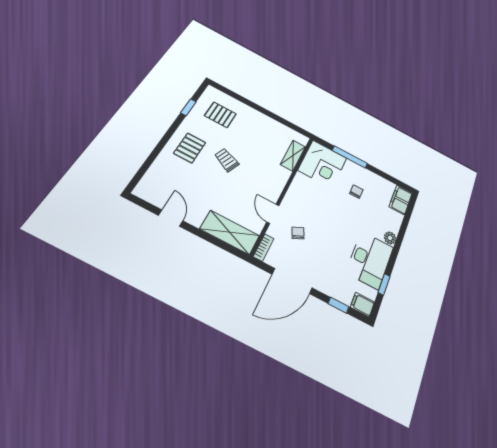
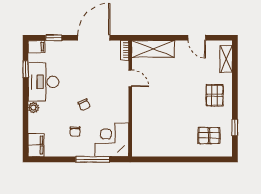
shelving: (293, 155) -> (226, 59), moved
trolley: (227, 160) -> (184, 101), removed
chair: (298, 233) -> (84, 105), moved

